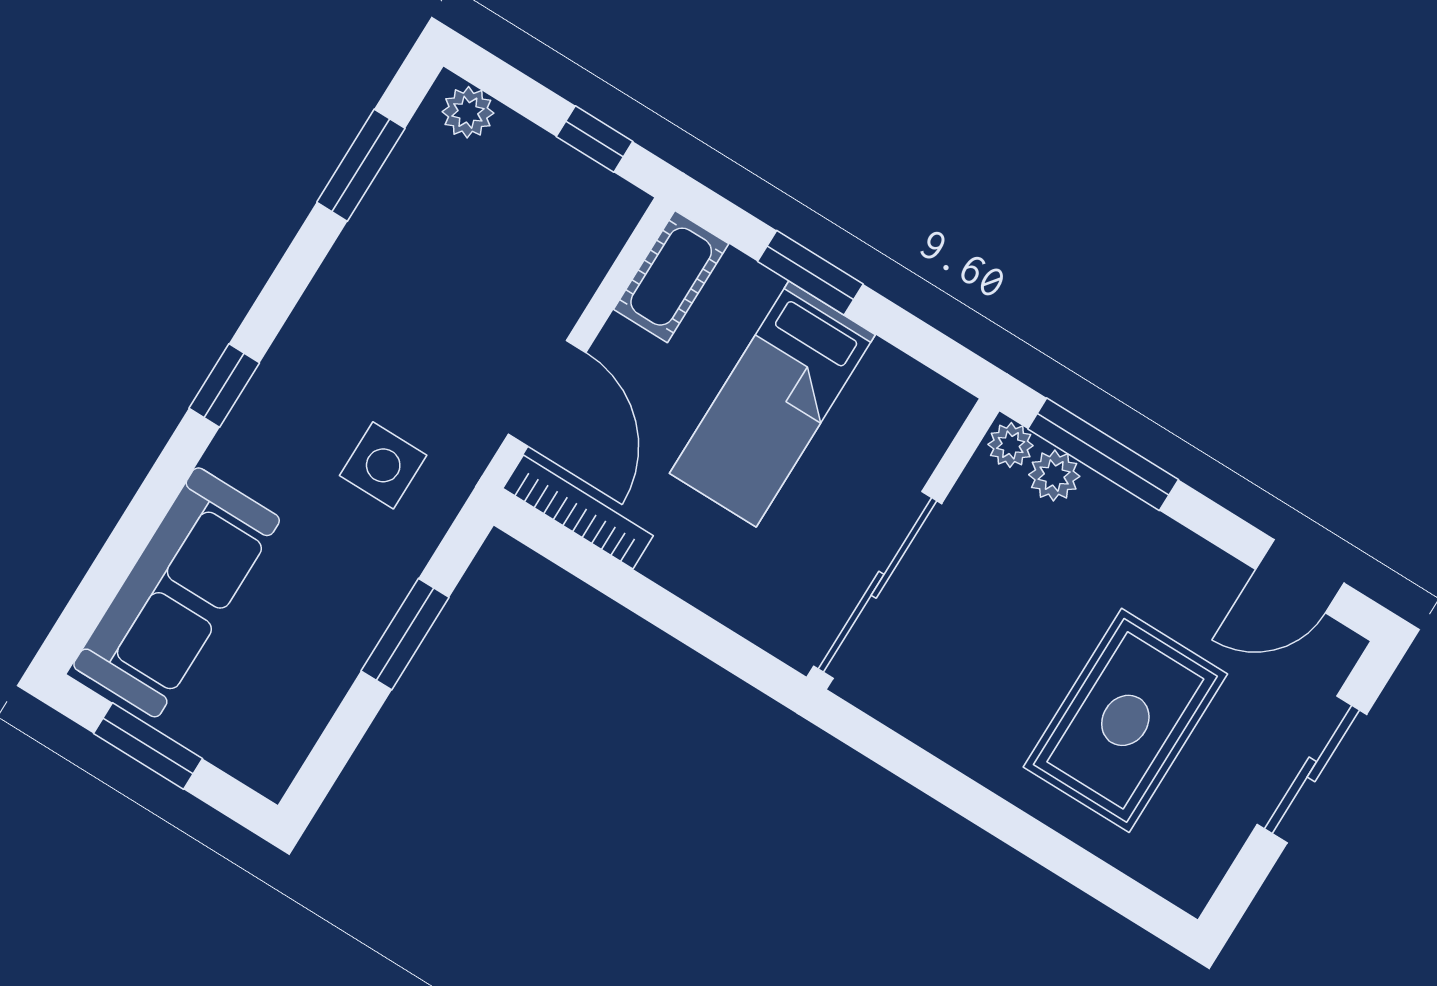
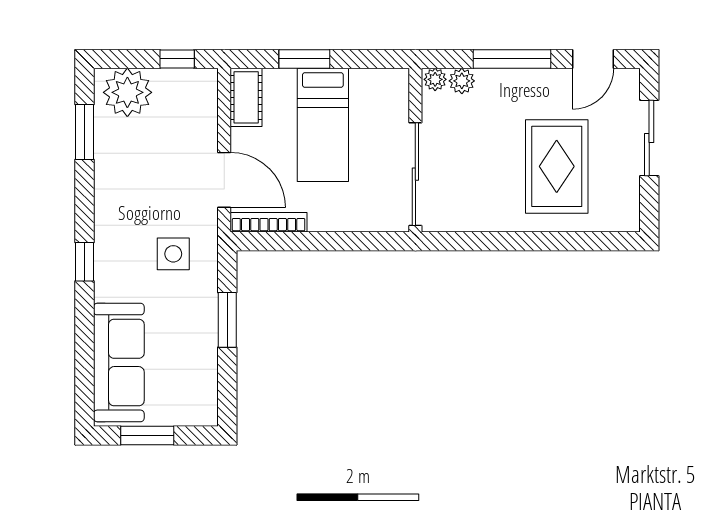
plant: (468, 112) -> (127, 92), width x1.87, depth x1.87
window: (1103, 454) -> (512, 59), moved

